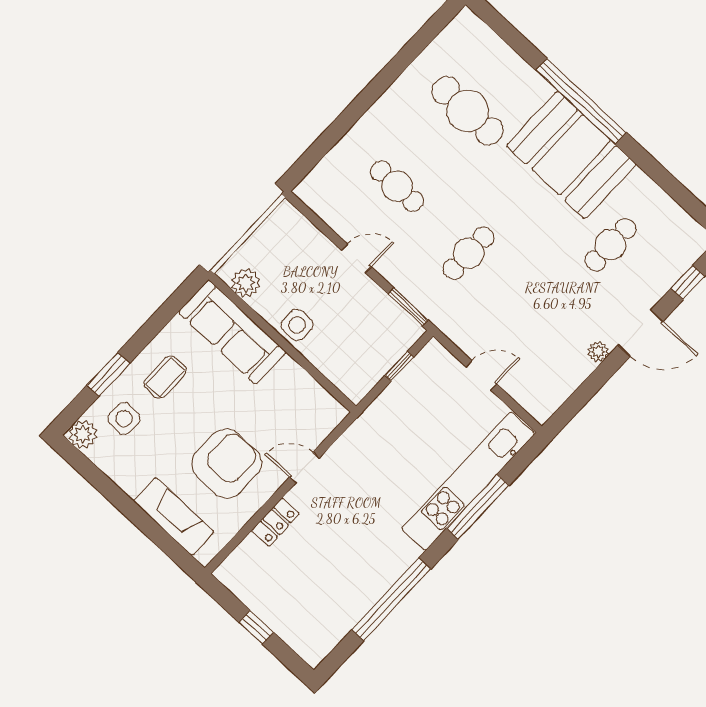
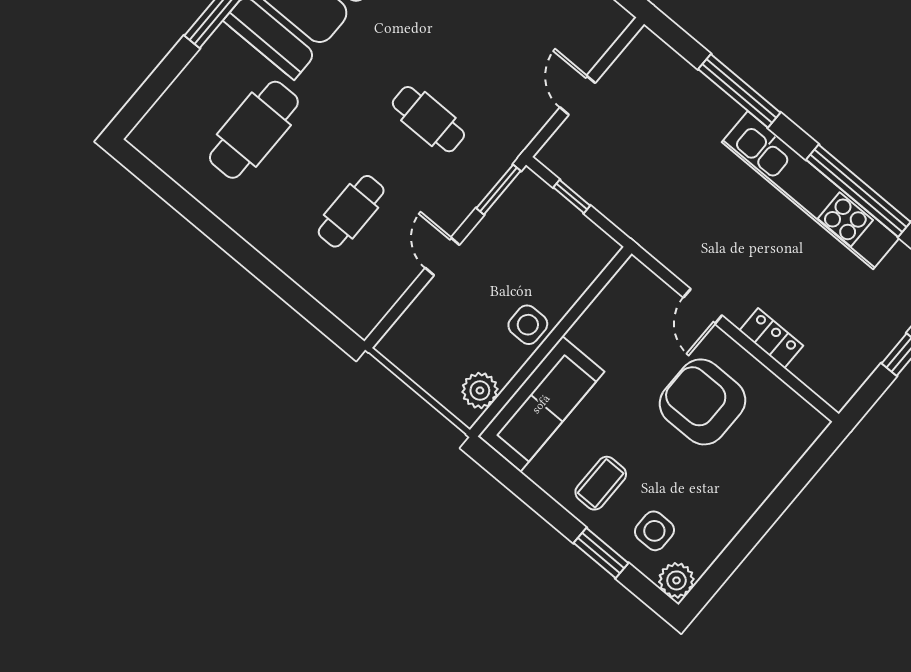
coffee table: (165, 377) -> (601, 483), turned 90
kitchen unit: (468, 481) -> (810, 190), moved
fireplace: (174, 516) -> (771, 463), removed

